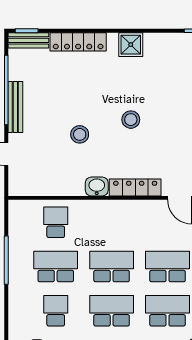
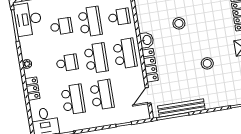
stool: (131, 120) -> (207, 63), moved
school desk: (112, 222) -> (125, 54), added
school desk: (112, 311) -> (67, 63), width x0.54

